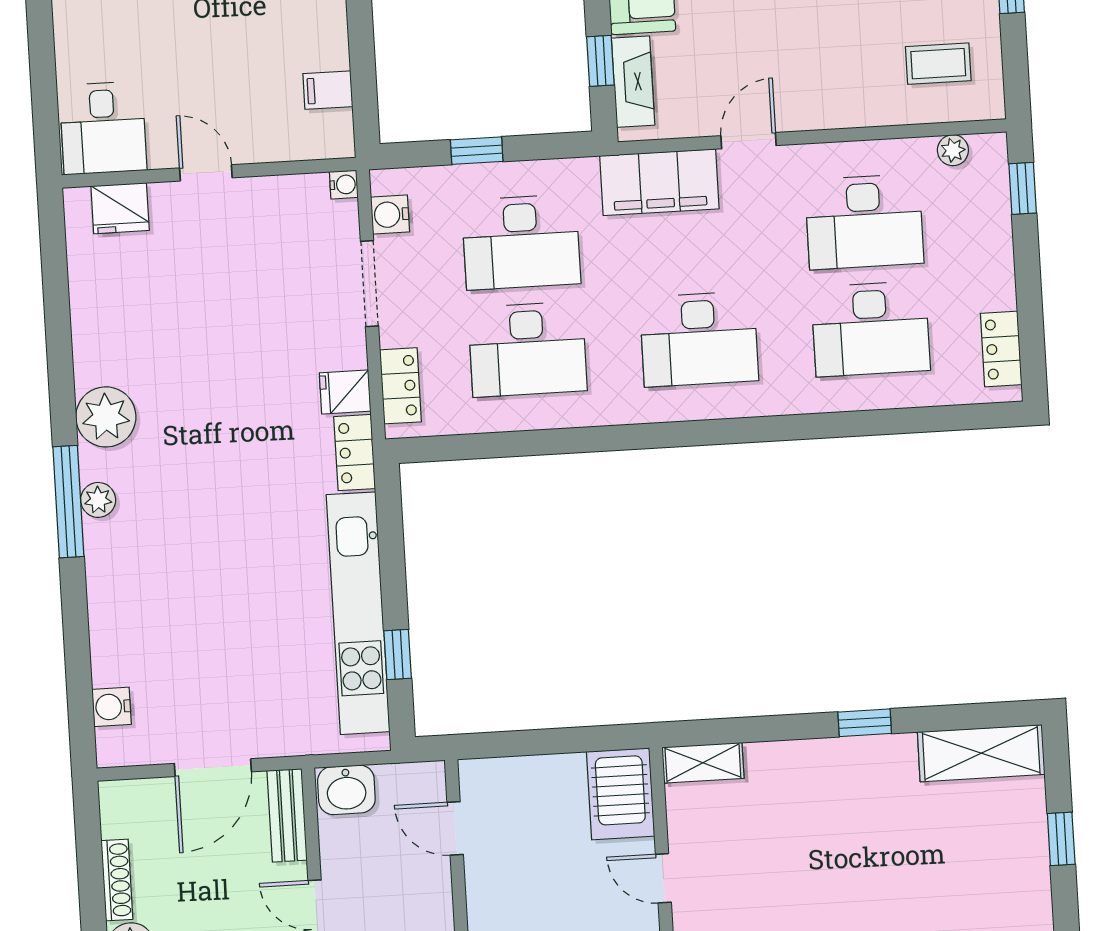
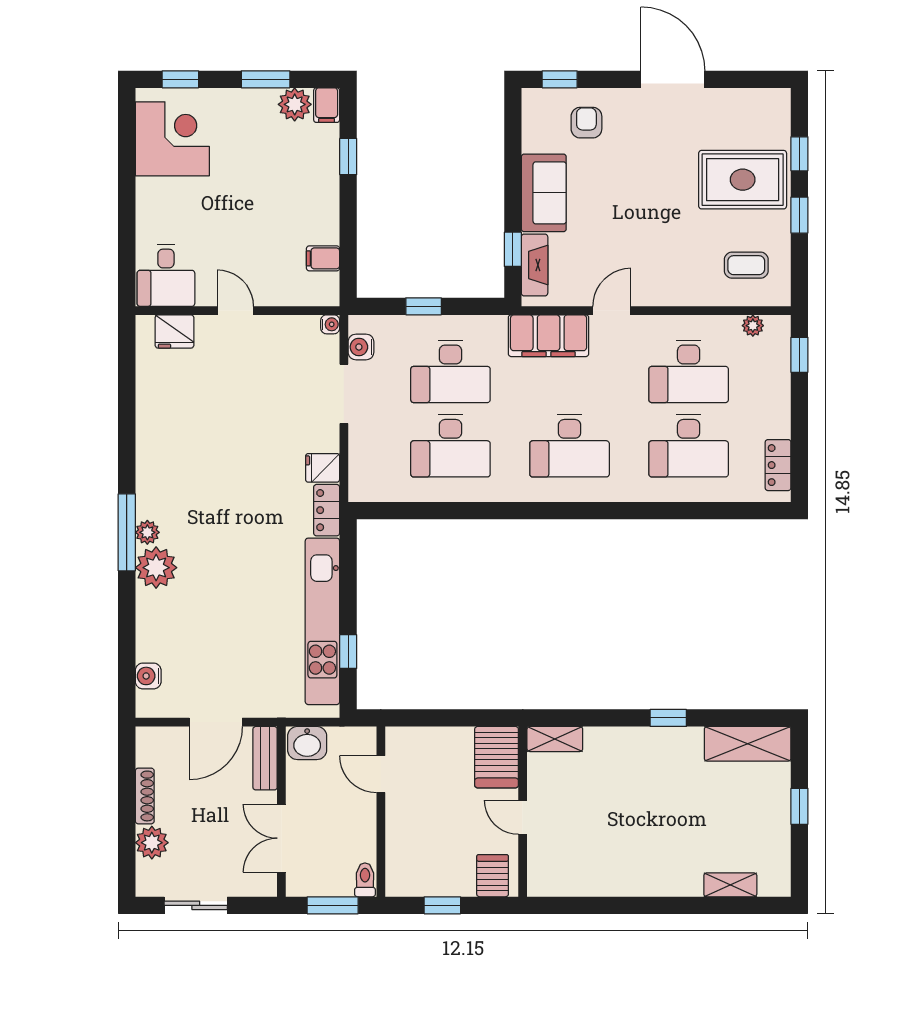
locker: (401, 386) -> (361, 466), removed
plant: (106, 417) -> (156, 568), moved

